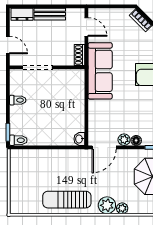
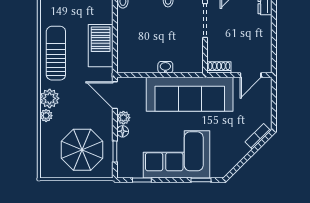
bench: (50, 14) -> (265, 34), removed
sofa: (100, 71) -> (190, 94), width x1.36, depth x1.27
washbasin: (79, 139) -> (165, 67), moved
barbecue: (60, 160) -> (101, 46), added

